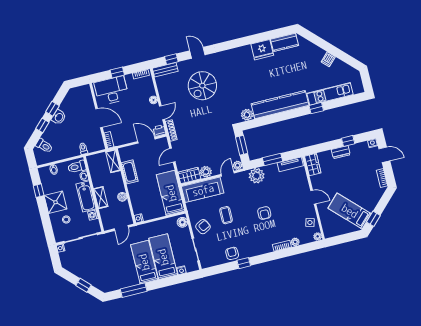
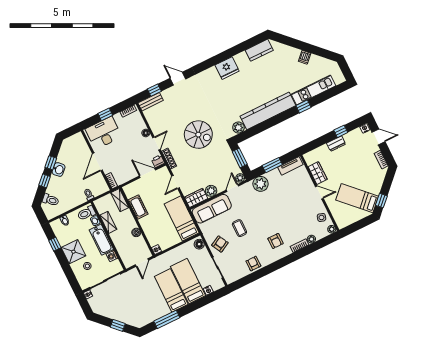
fridge: (262, 50) -> (227, 68), moved
spiral stairs: (202, 86) -> (198, 135), moved, turned -90
door: (99, 118) -> (97, 162), swing flipped
wardrobe: (313, 165) -> (318, 173), moved
shelving: (101, 198) -> (108, 222), moved
armchair: (264, 213) -> (276, 241), moved
window: (244, 263) -> (267, 270), removed

